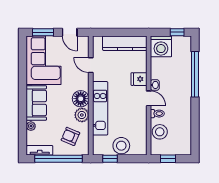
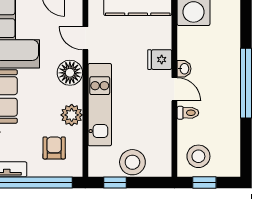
window: (195, 74) -> (246, 83), moved
floor lamp: (81, 99) -> (70, 73), moved
stool: (160, 132) -> (198, 156), moved
armchair: (70, 136) -> (54, 148), turned 67

